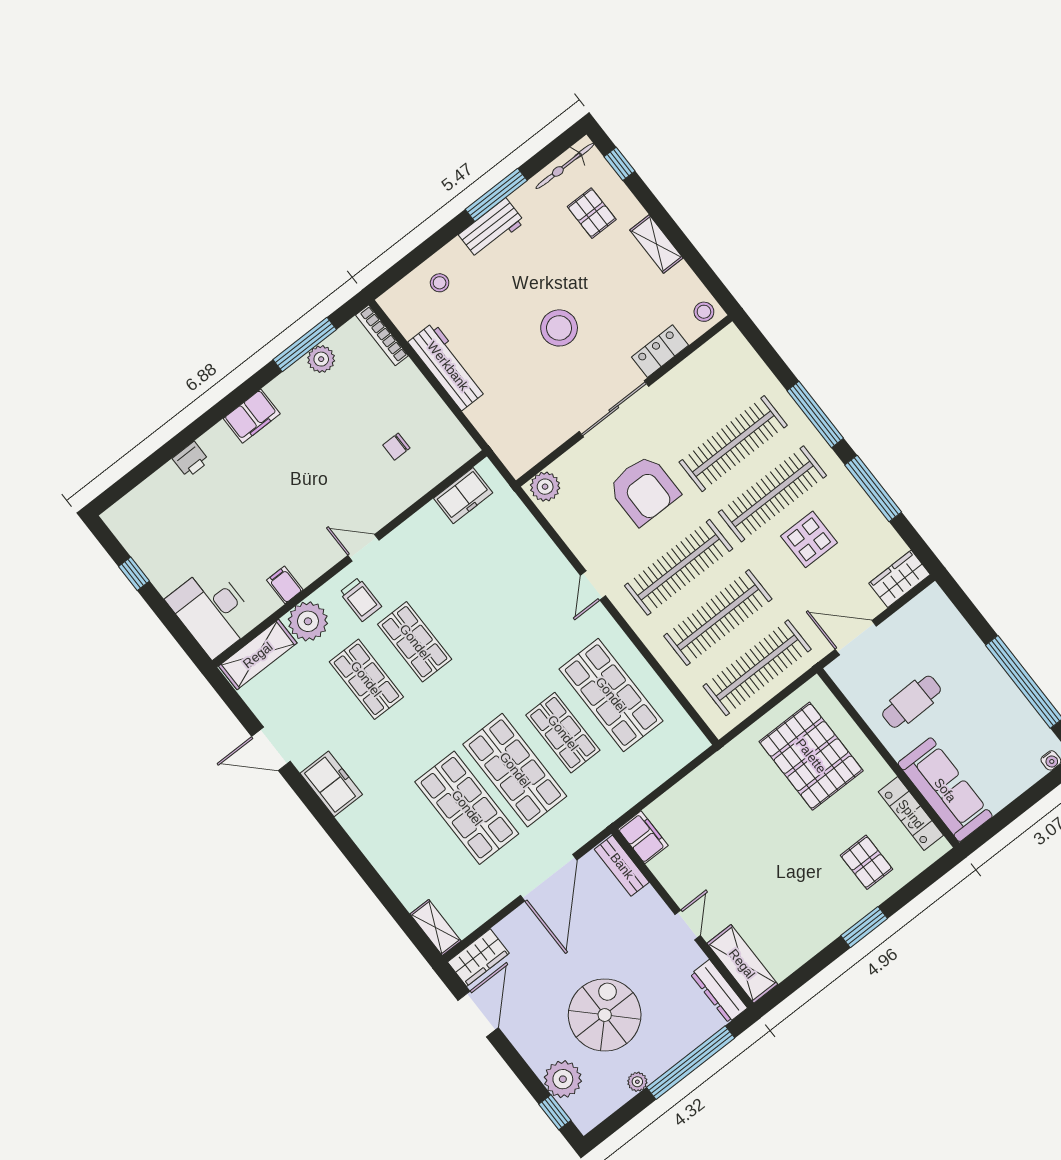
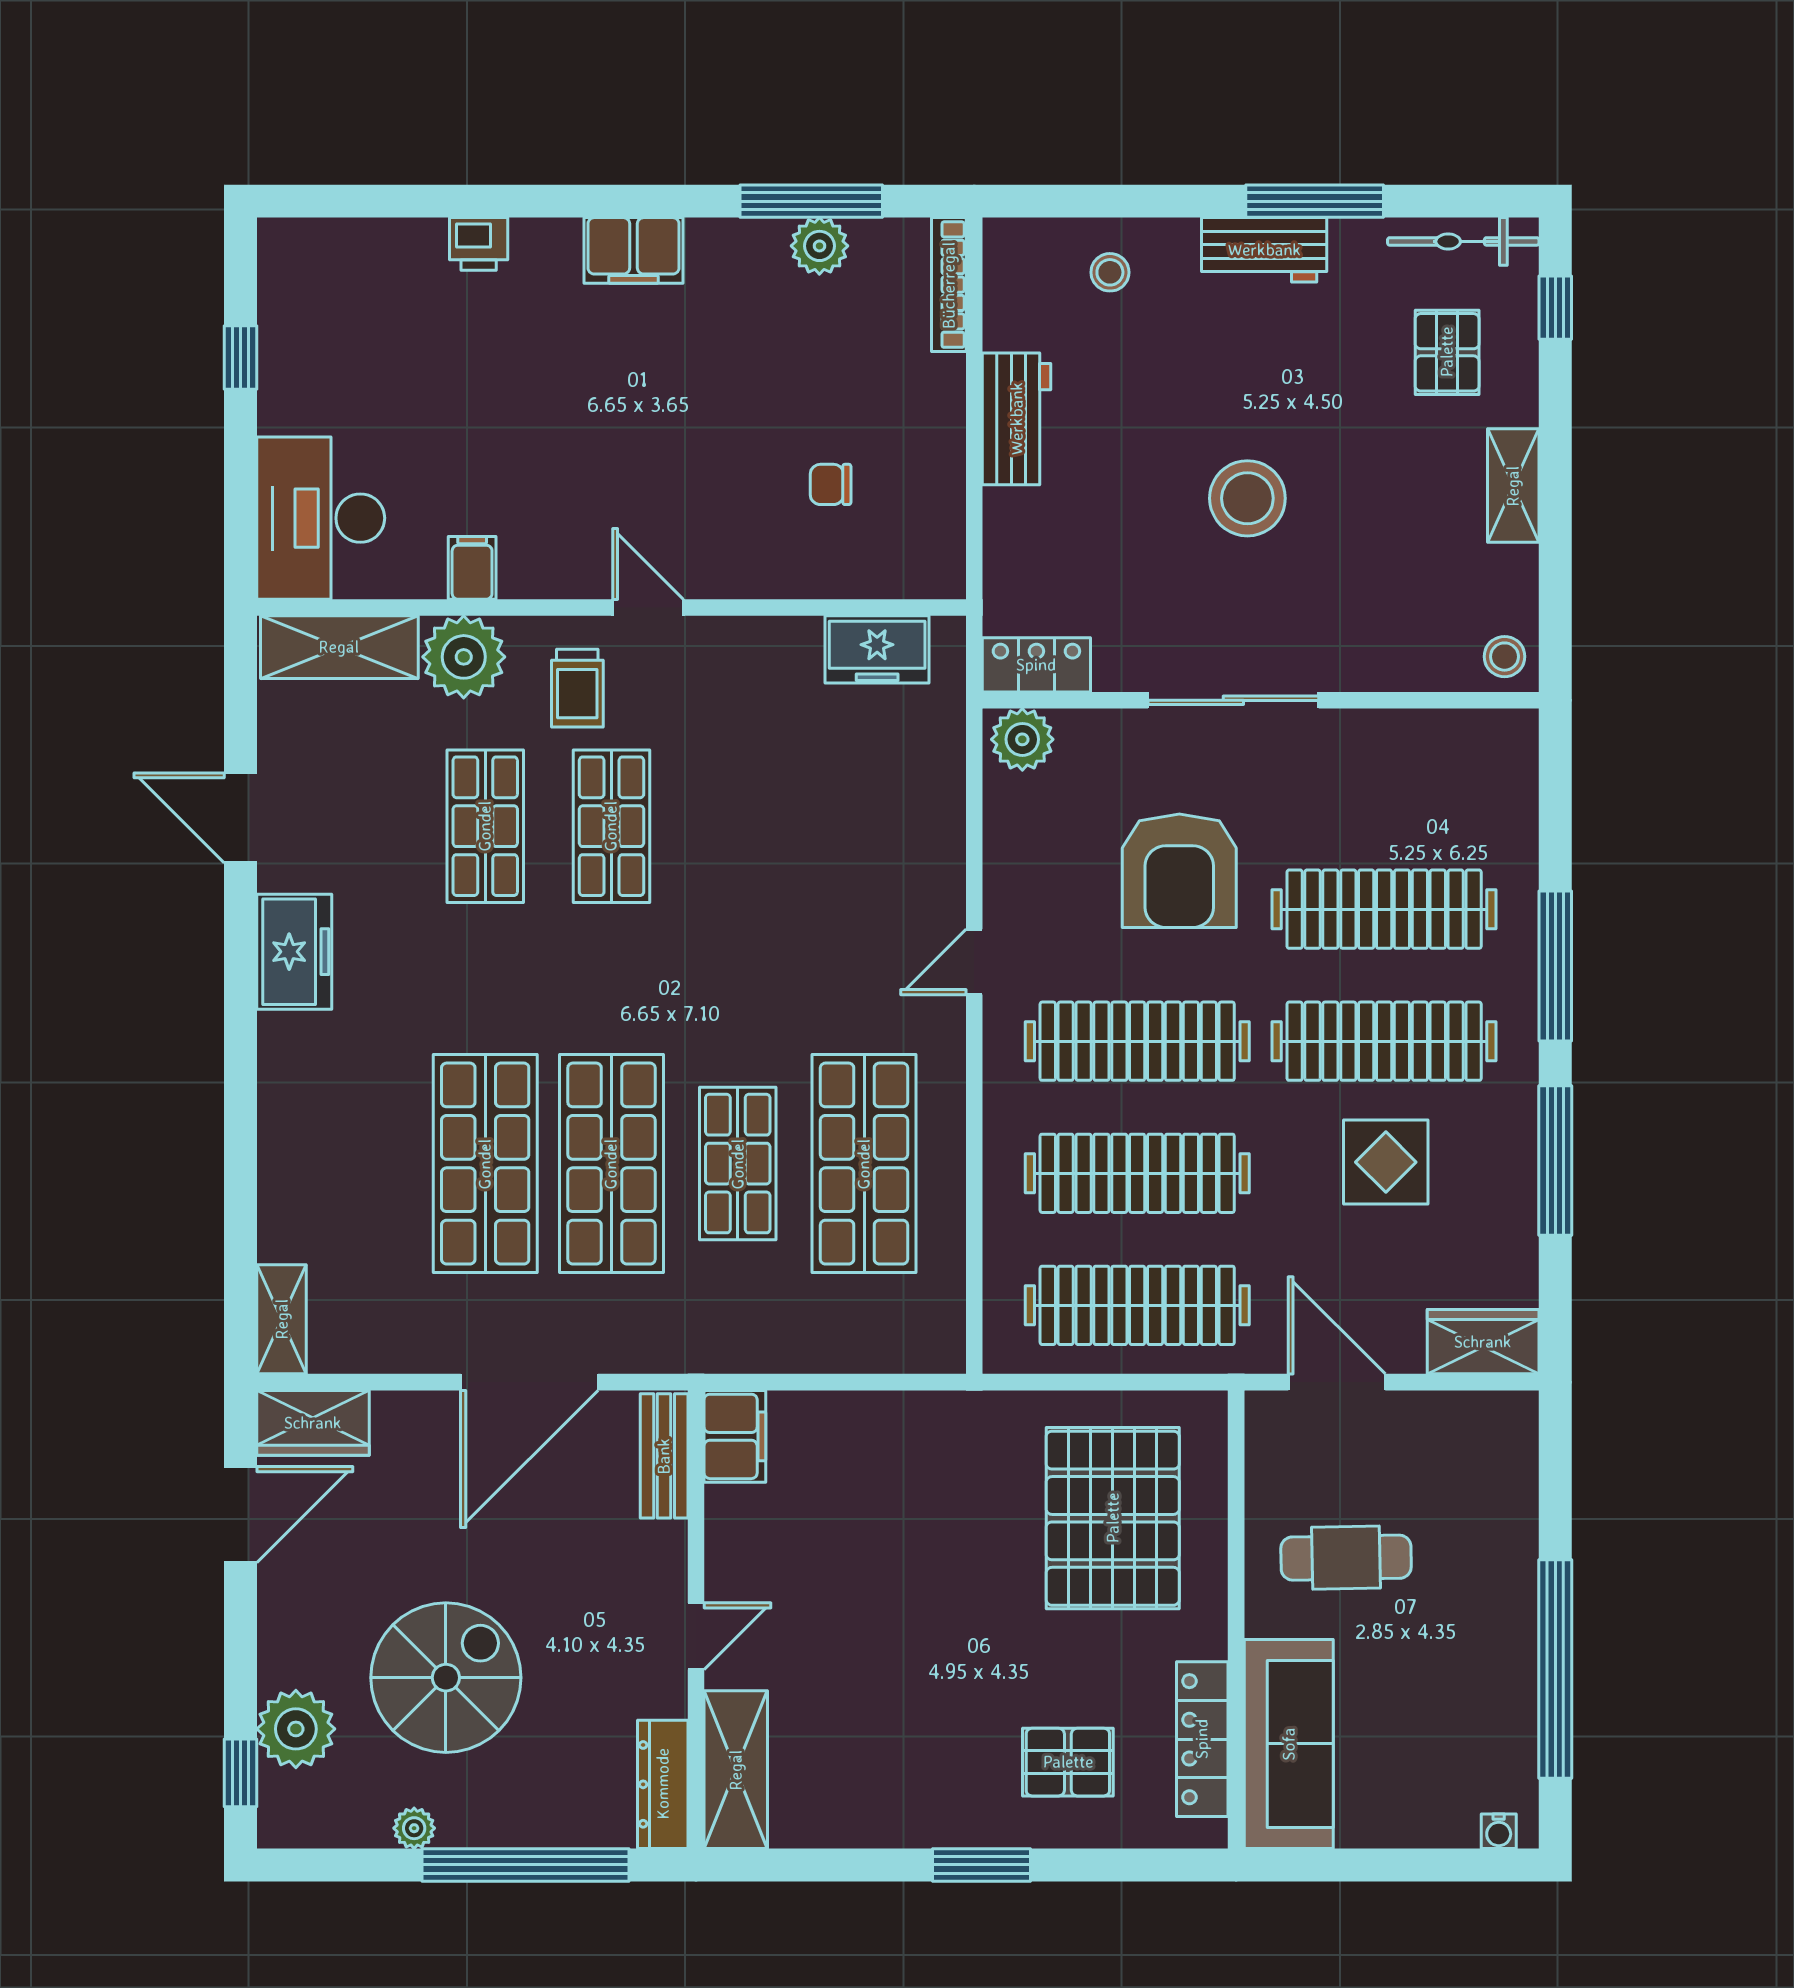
locker: (660, 351) -> (1036, 665), moved
workbench: (448, 366) -> (1017, 419), width x0.73
pallet: (866, 862) -> (1068, 1762), turned 90

